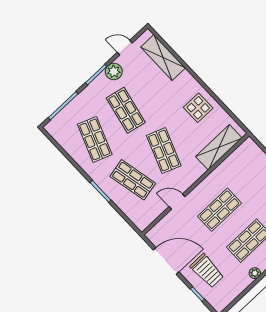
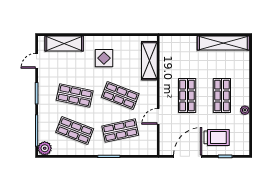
plant: (114, 71) -> (45, 148), moved
display table: (198, 108) -> (104, 58), moved

